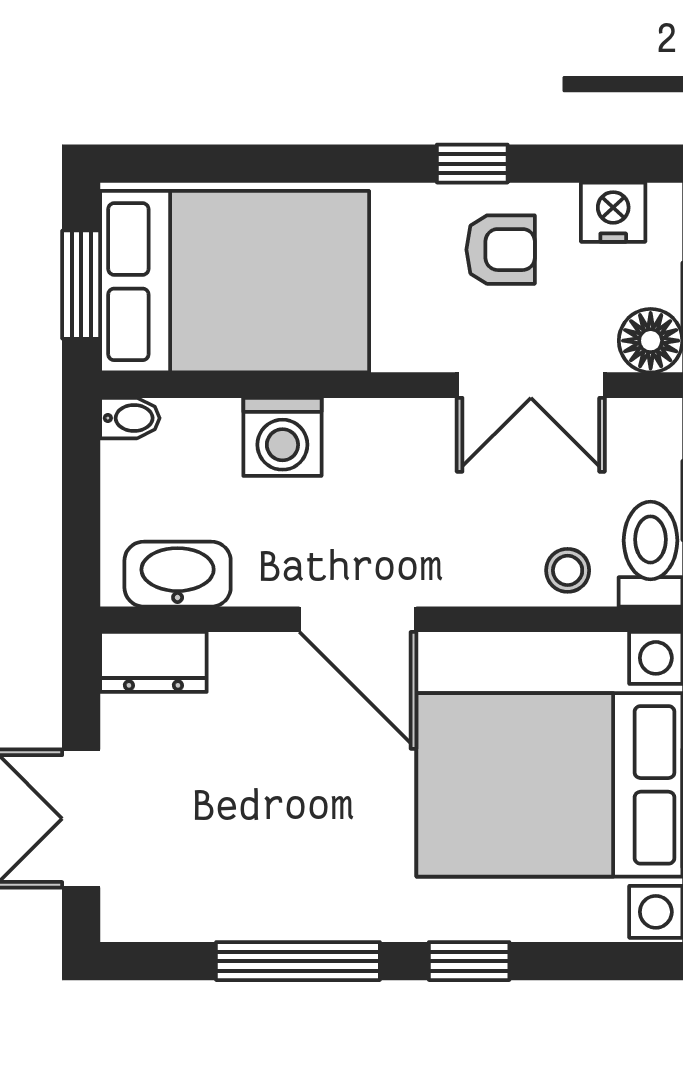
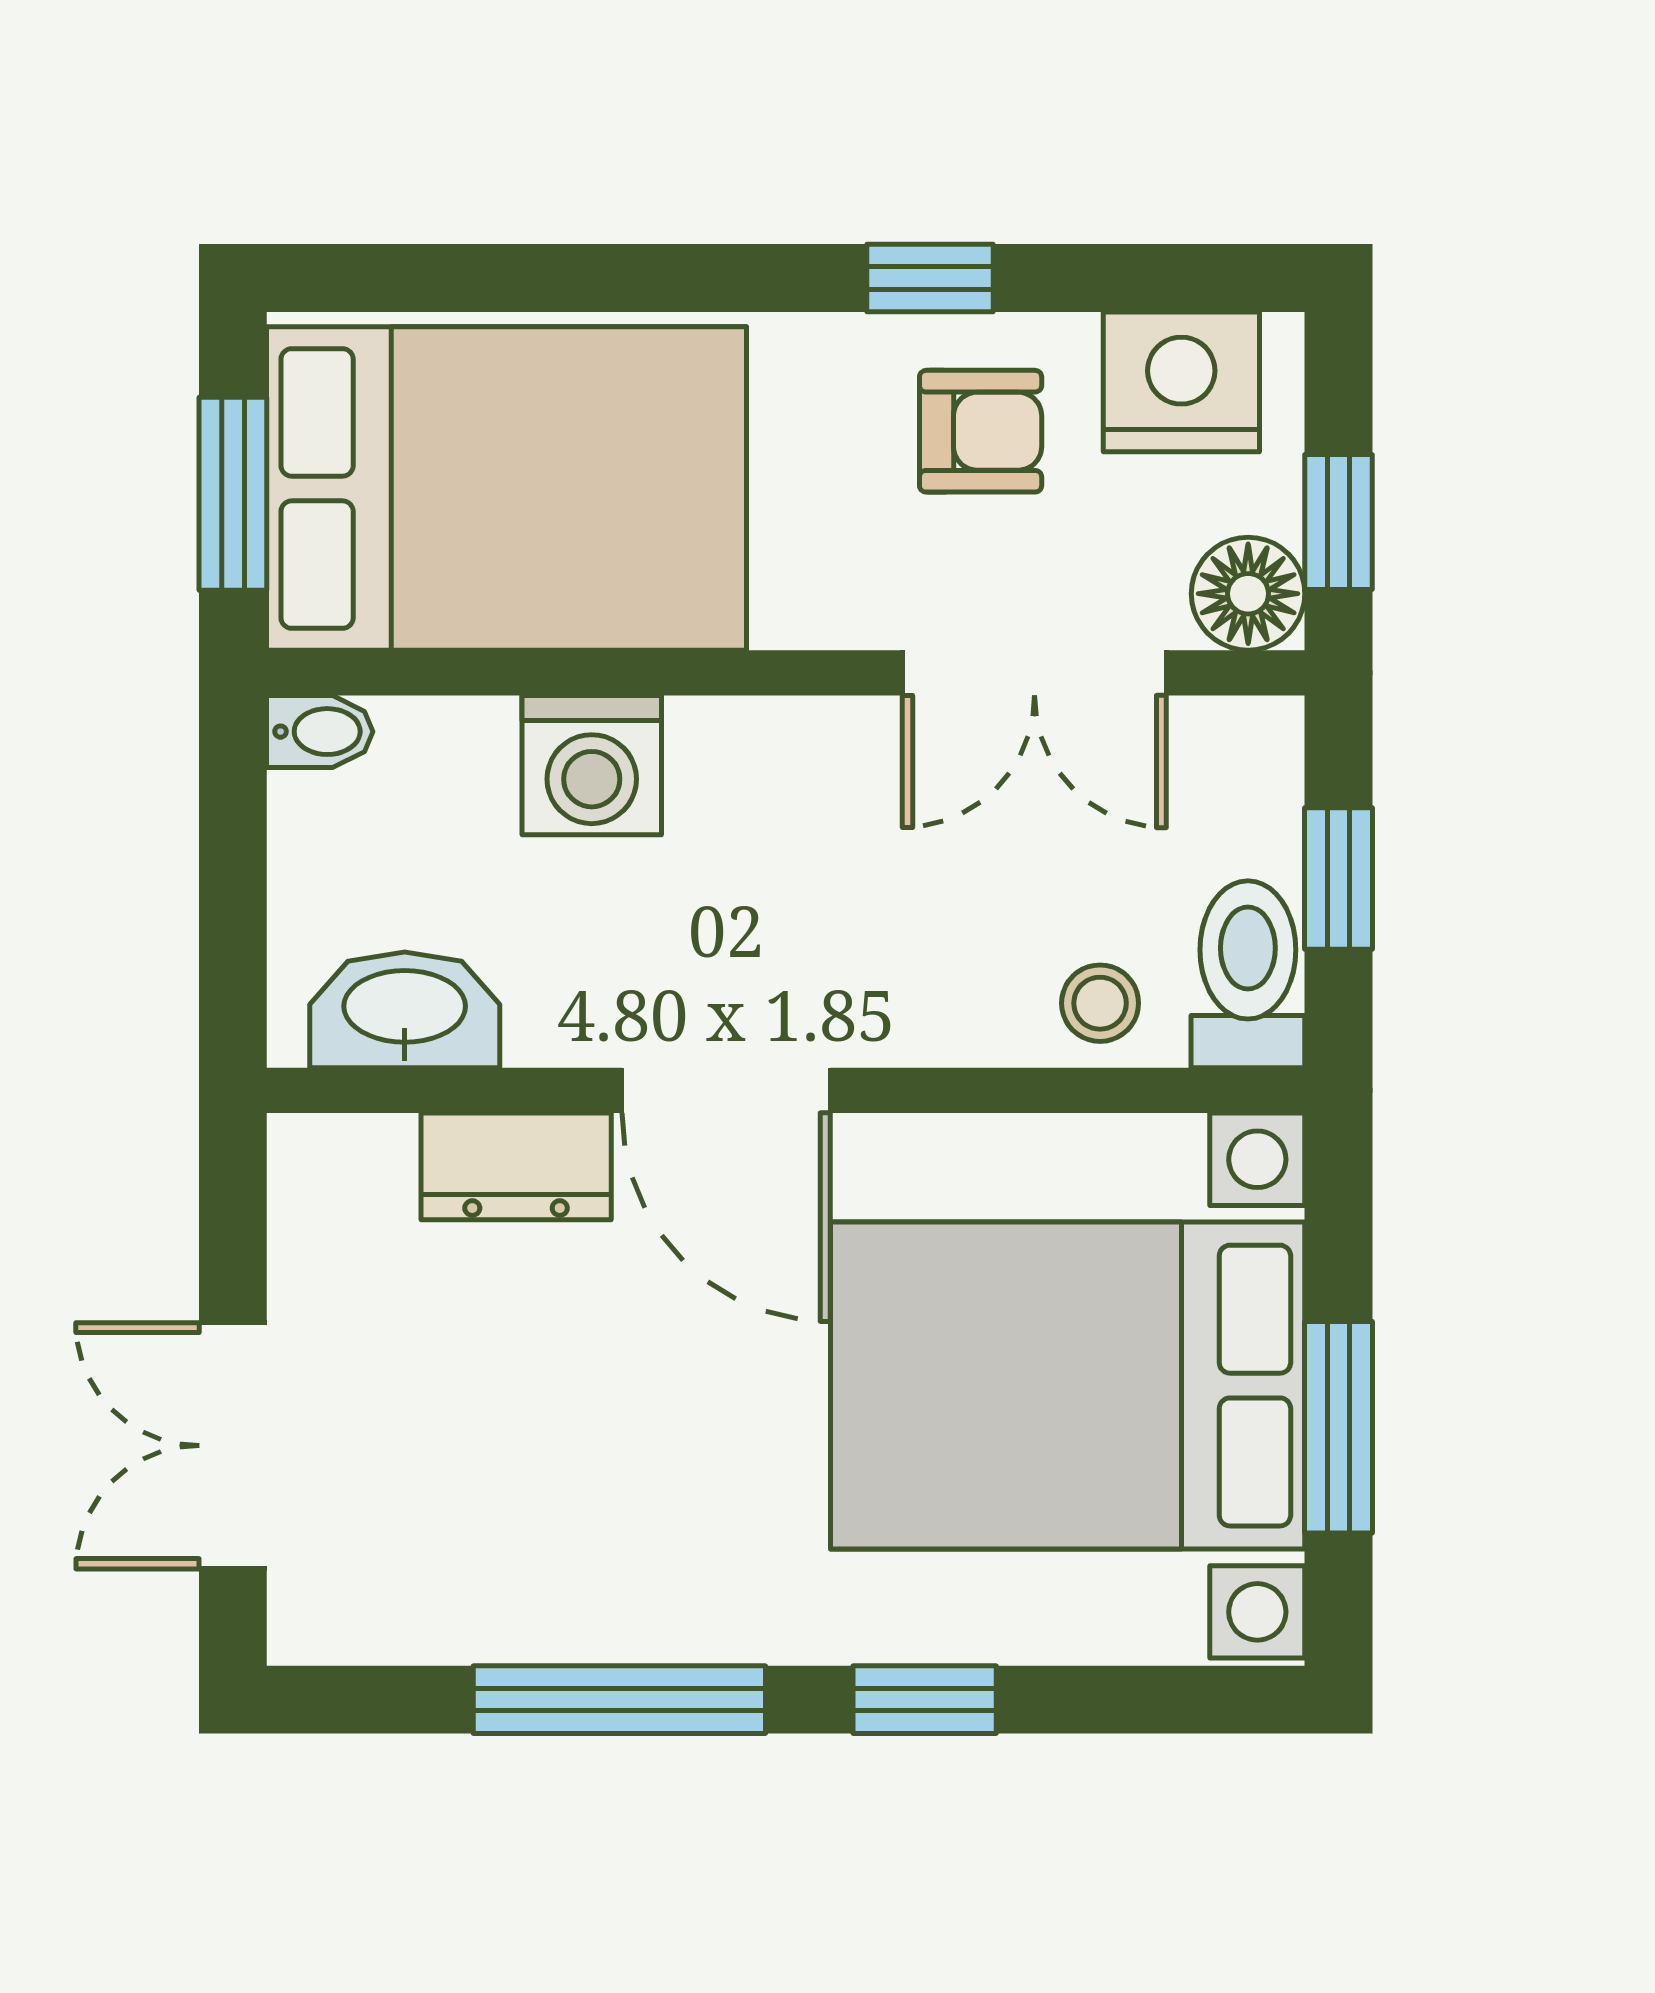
nightstand: (613, 212) -> (1181, 382), width x1.36, depth x1.33
dresser: (153, 662) -> (516, 1166), moved

